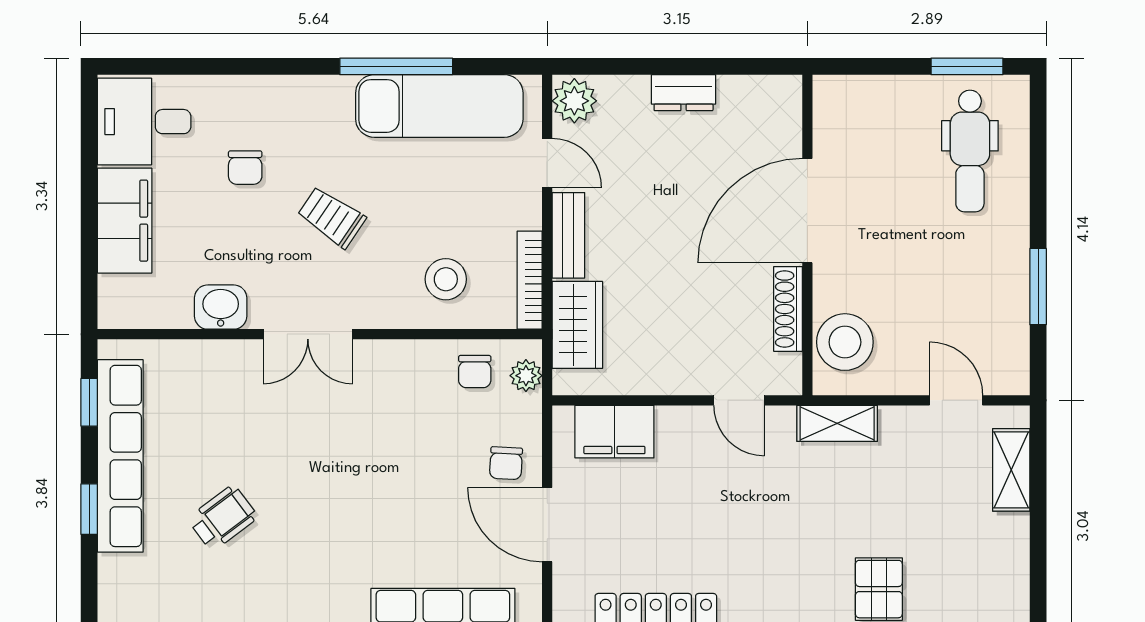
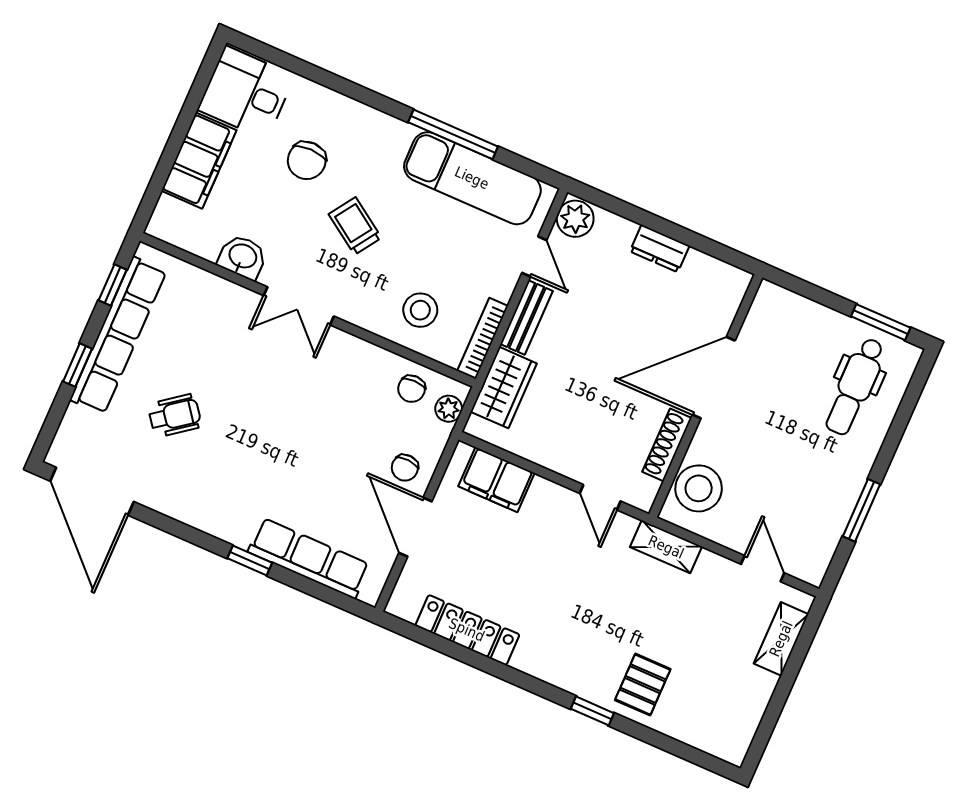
chair: (245, 168) -> (307, 160), width x1.37, depth x1.37

